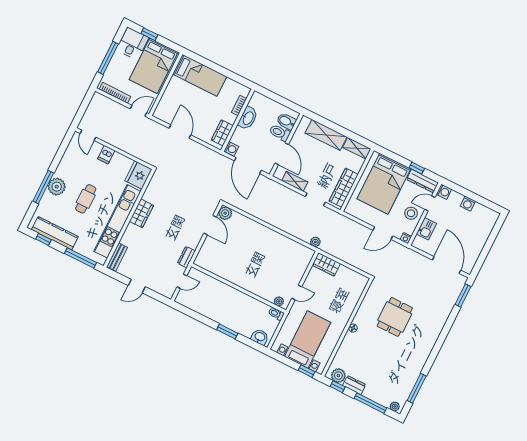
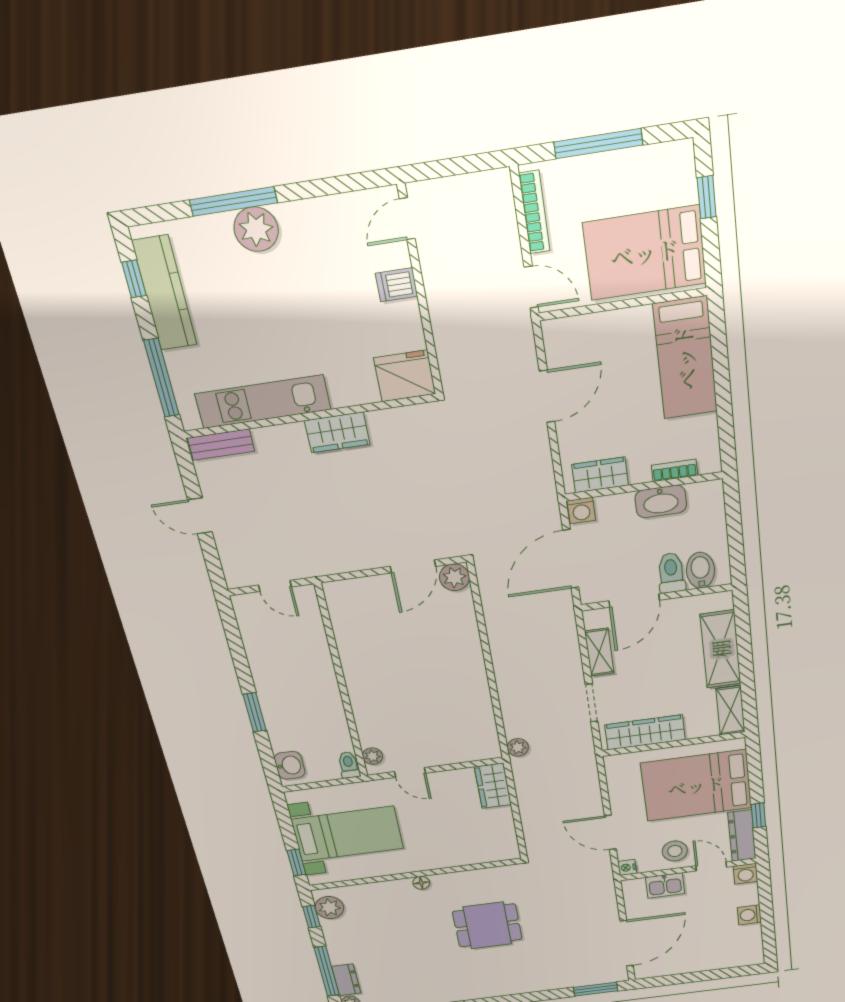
desk: (133, 44) -> (663, 175), removed
cafe table: (86, 199) -> (279, 306), removed
kitchen unit: (117, 221) -> (263, 402), width x0.73
dresser: (186, 257) -> (323, 565), removed
dresser: (354, 385) -> (346, 980), moved

